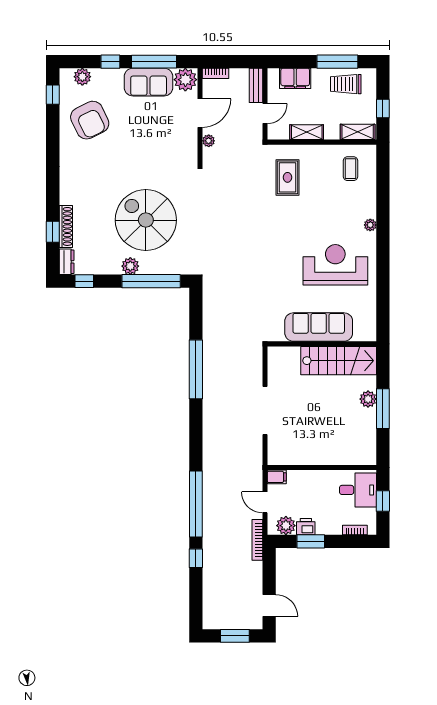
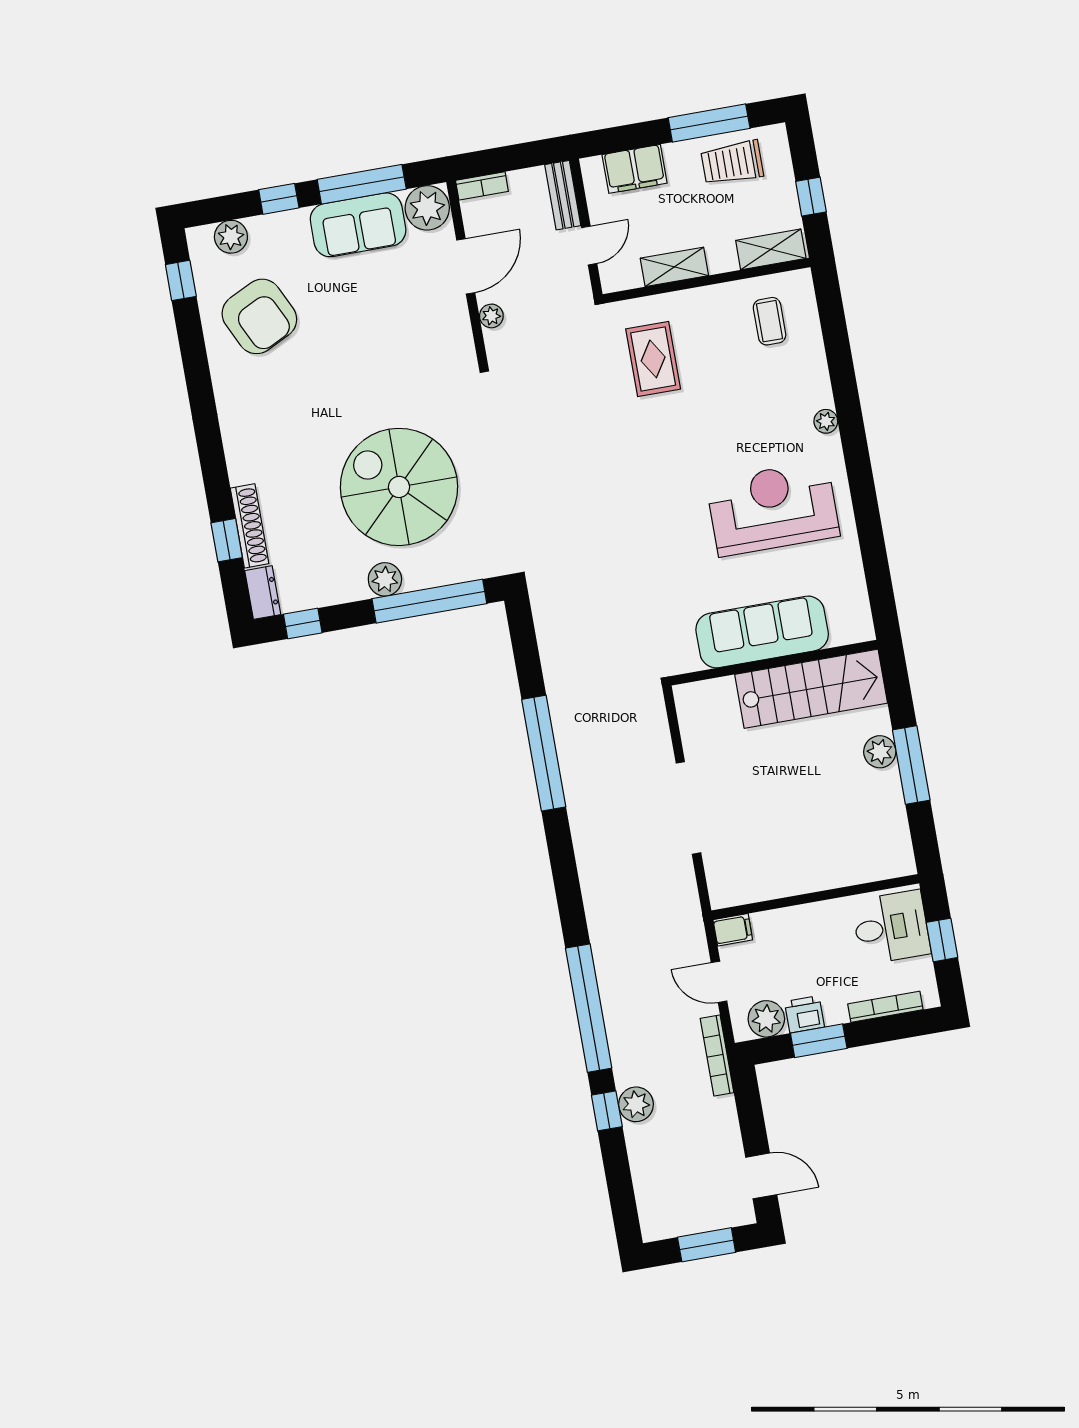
bookcase: (355, 530) -> (885, 1007), width x1.56
plant: (211, 558) -> (636, 1104), added

